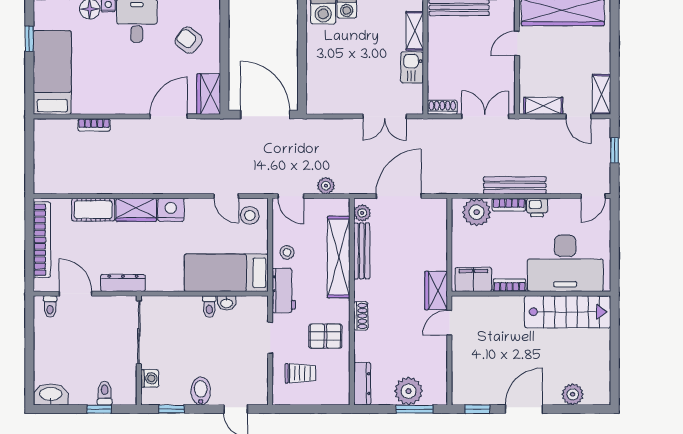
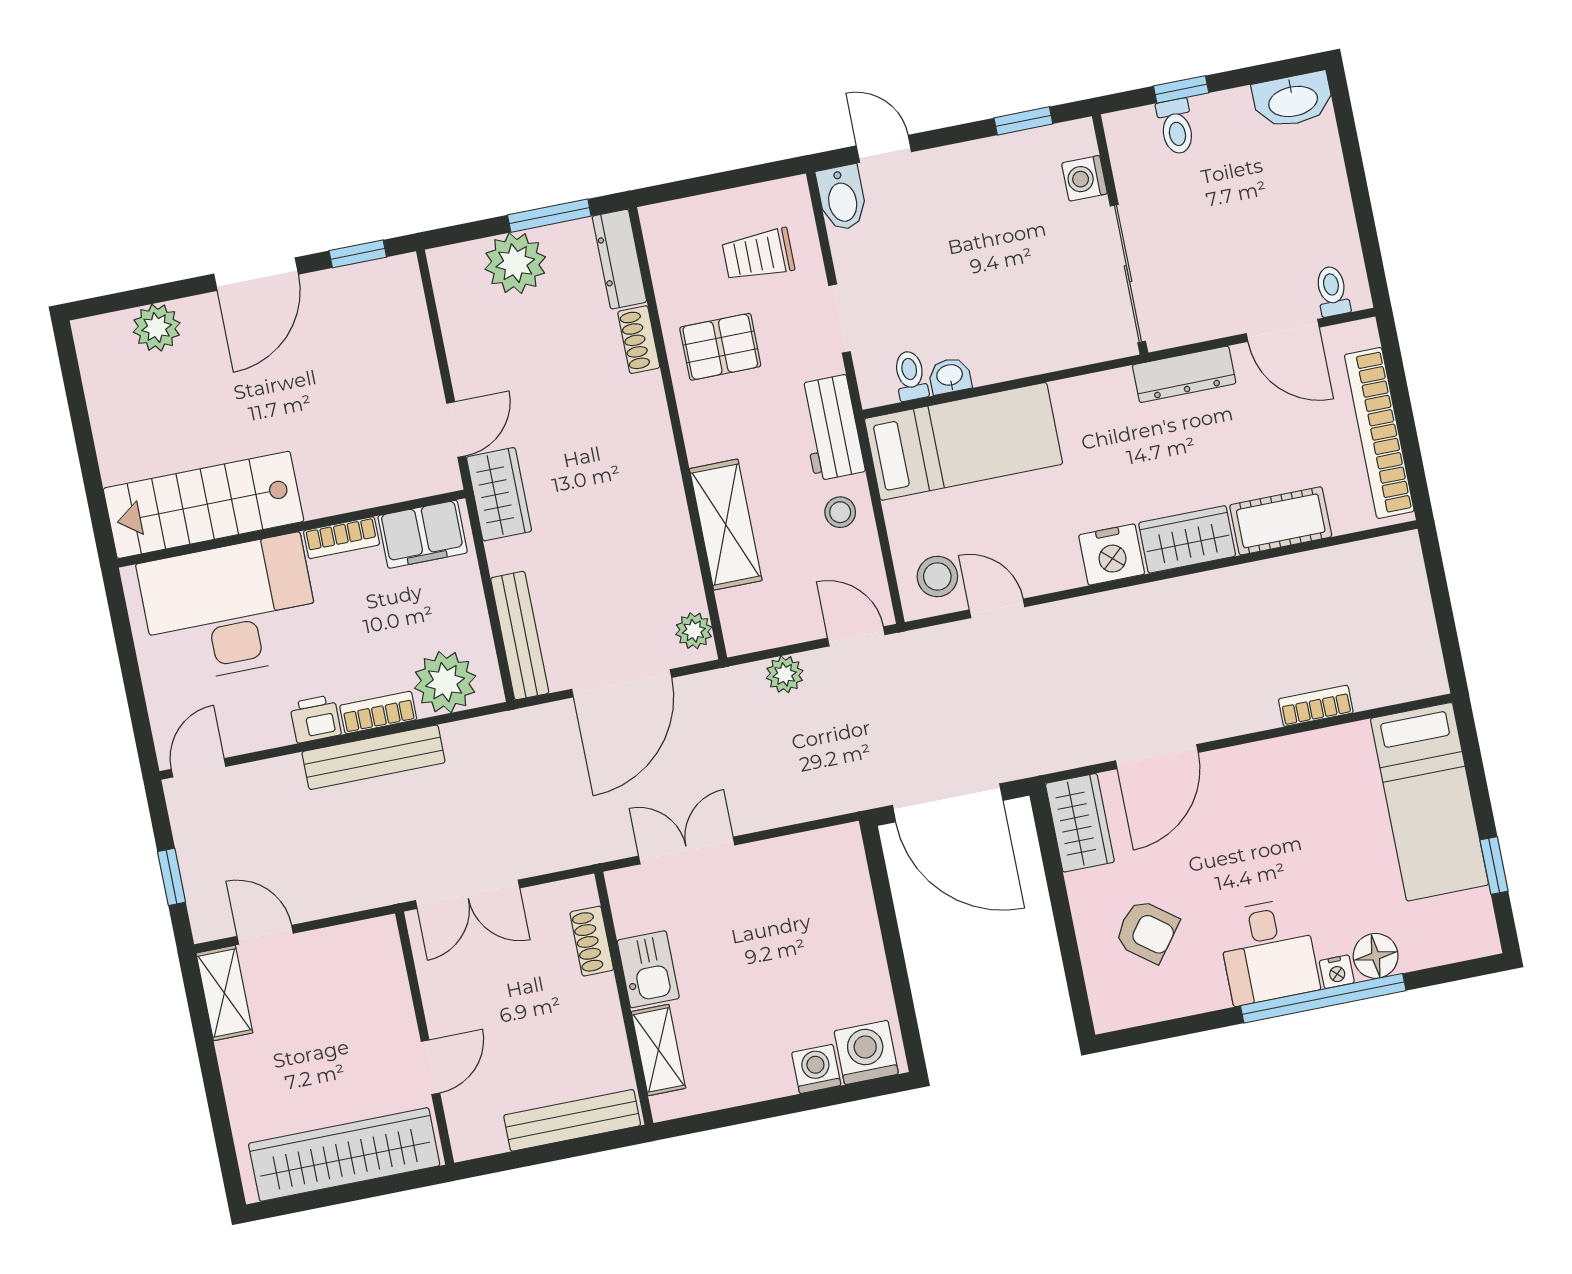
shelving: (543, 106) -> (346, 943), removed
shoe rack: (442, 107) -> (592, 941), moved, turned 90
bench: (362, 251) -> (520, 636), moved
shelving: (339, 257) -> (726, 525), width x0.68
toilet: (209, 306) -> (911, 376), moved
shoe rack: (361, 316) -> (639, 340), moved
bidet: (201, 391) -> (842, 198), moved
window: (415, 409) -> (549, 216), moved

